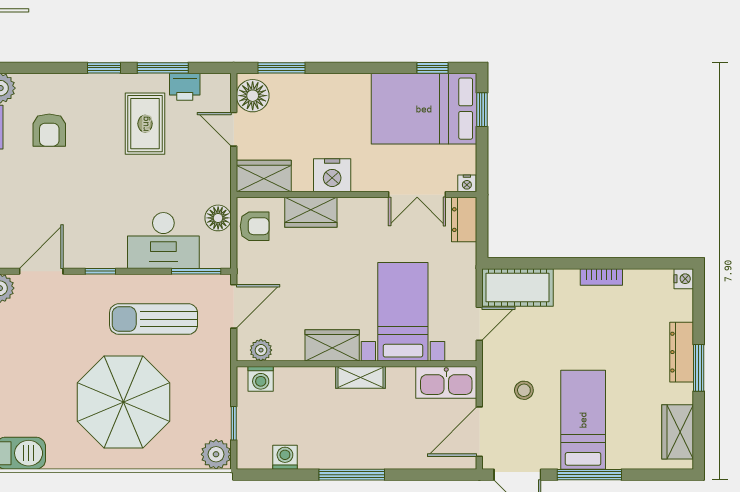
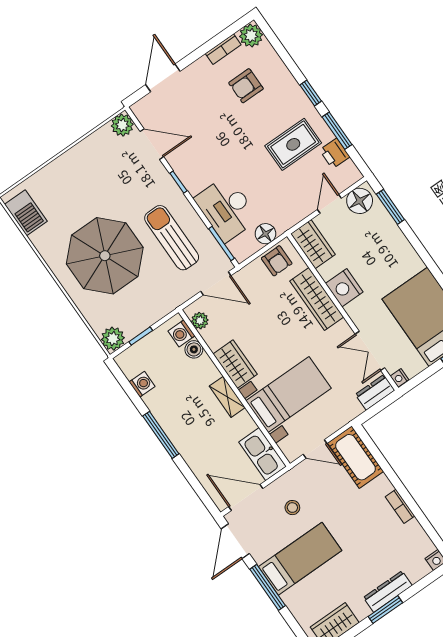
wardrobe: (311, 212) -> (317, 299), width x1.50
boiler: (287, 378) -> (194, 349), added

